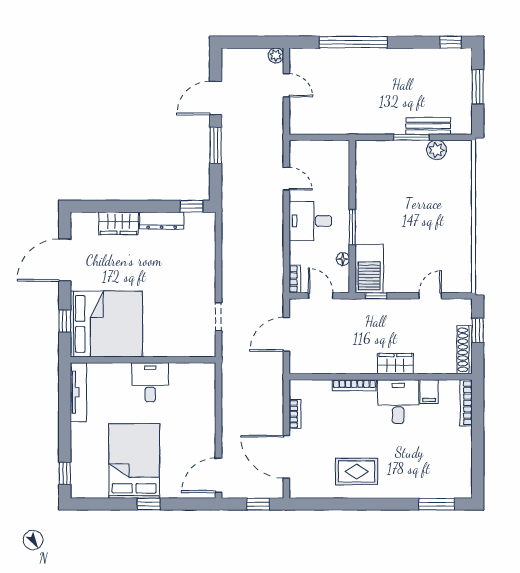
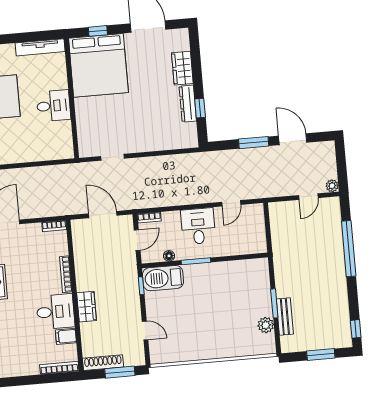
window: (192, 206) -> (200, 108), moved
window: (478, 330) -> (120, 372), width x1.50
bookcase: (295, 414) -> (54, 226), moved

